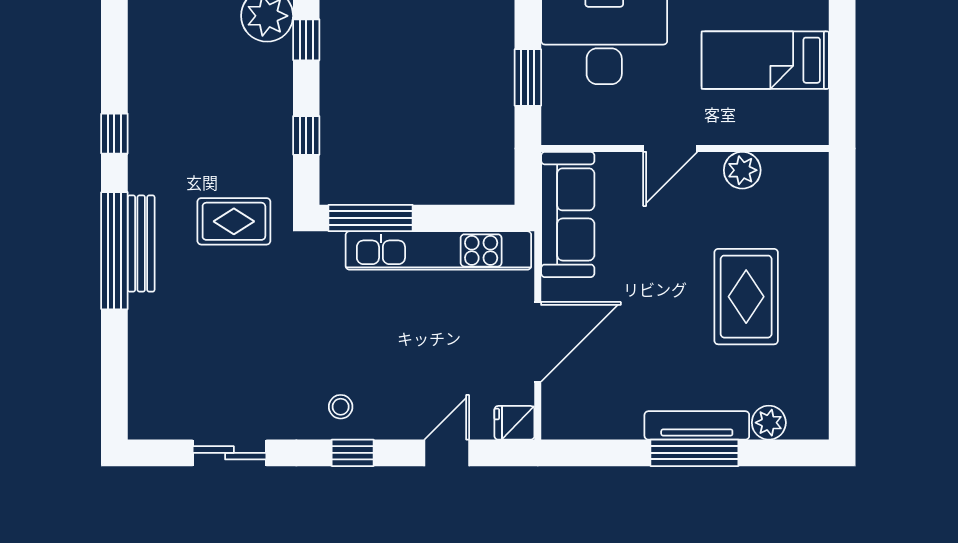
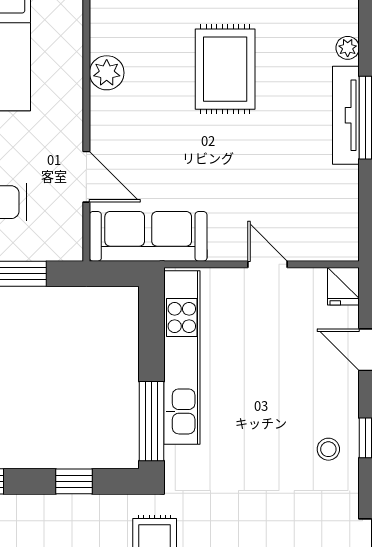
door: (670, 149) -> (86, 177), moved
rug: (746, 297) -> (225, 69), turned 90
door: (538, 342) -> (268, 264), width x0.53
plant: (769, 423) -> (348, 48), width x0.73, depth x0.73

